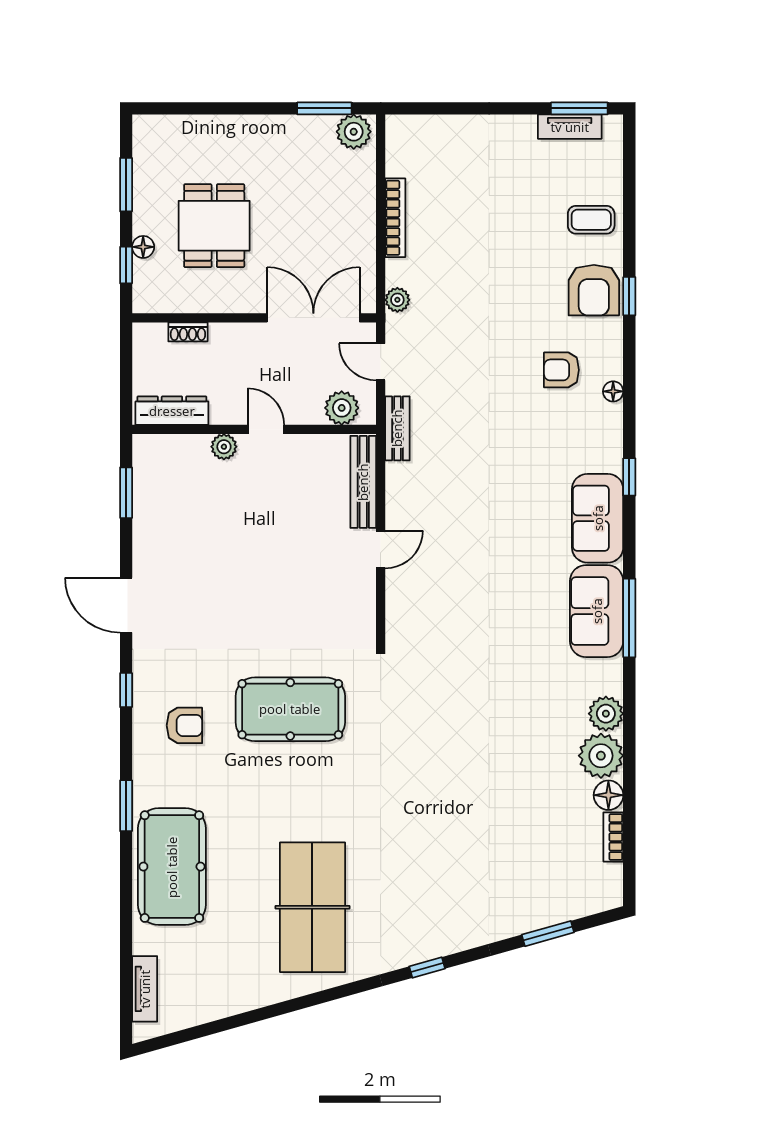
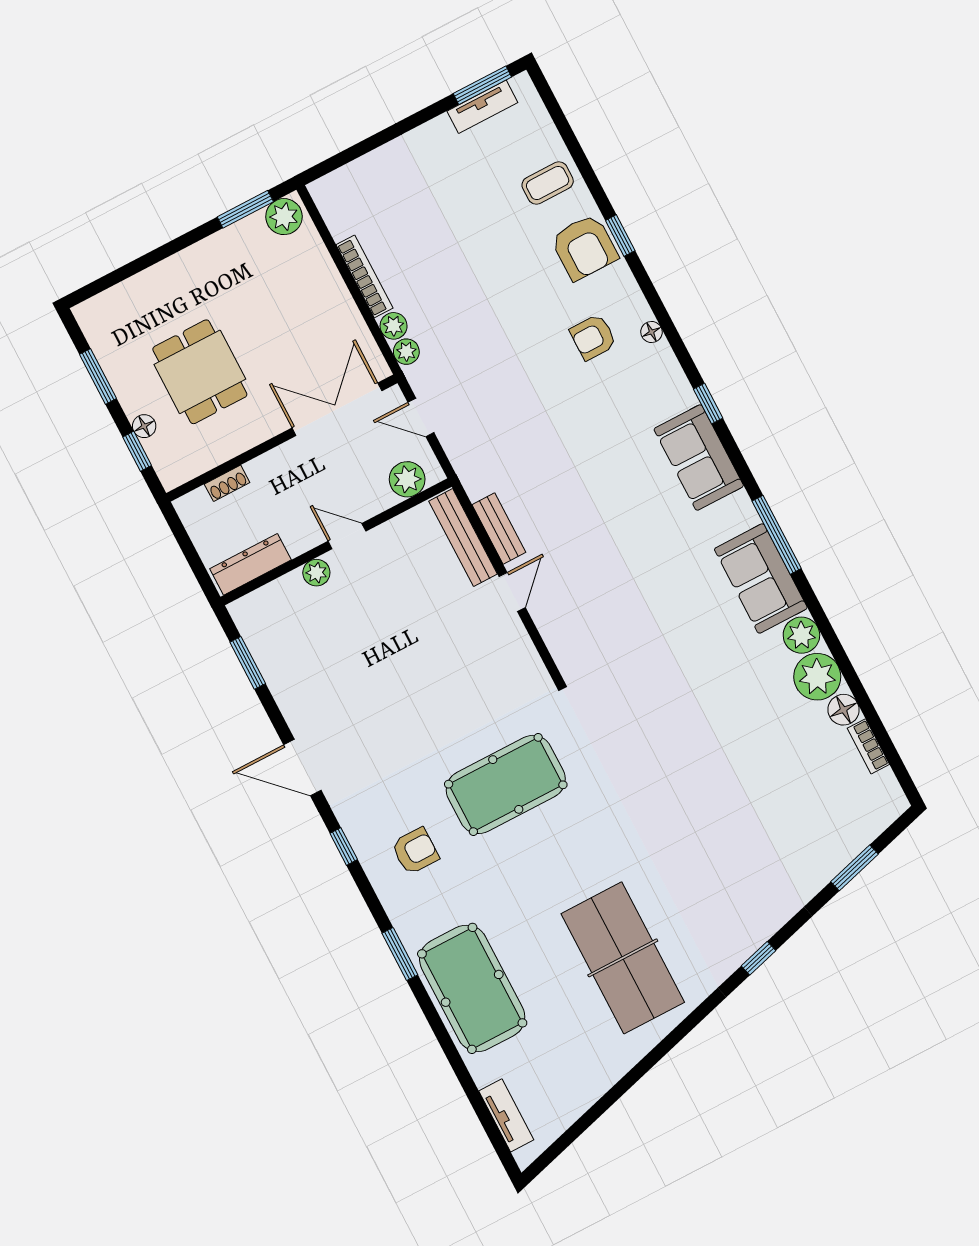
plant: (398, 272) -> (394, 326), added
bench: (397, 428) -> (499, 529), moved
sofa: (597, 611) -> (761, 578), moved

